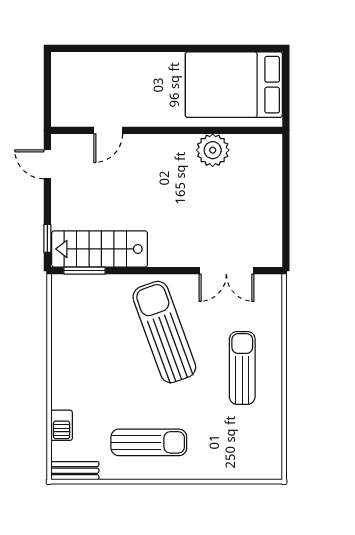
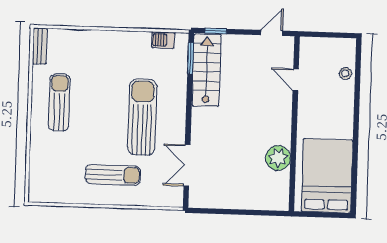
stool: (98, 65) -> (345, 73), added
sun lounger: (164, 332) -> (142, 117), turned -70
barbecue: (62, 425) -> (163, 40), moved
sun lounger: (149, 442) -> (59, 103), turned 180

